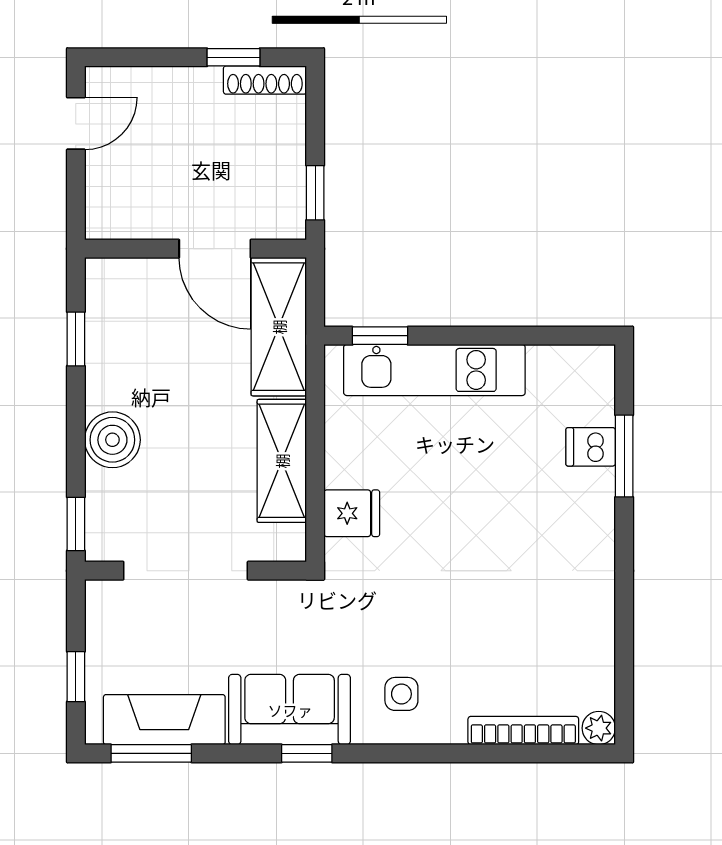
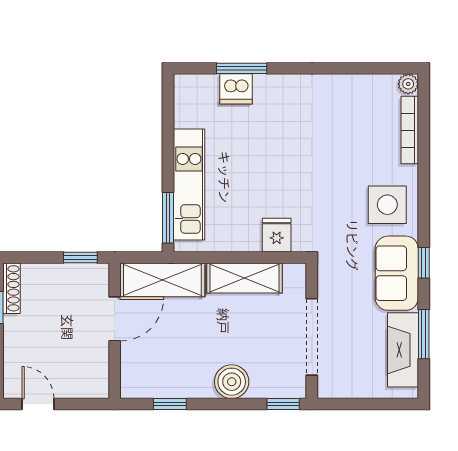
window: (380, 336) -> (168, 218), width x1.50
dishwasher: (591, 447) -> (236, 89), width x1.38
window: (76, 677) -> (377, 404), removed
side table: (401, 694) -> (387, 205), width x1.87, depth x1.87
window: (151, 753) -> (424, 334), moved

